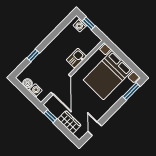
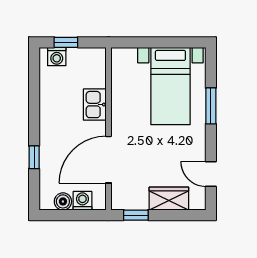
bed with nightstands: (108, 75) -> (170, 86), width x0.73
door: (61, 84) -> (108, 160), swing flipped
window: (131, 91) -> (211, 106), moved

